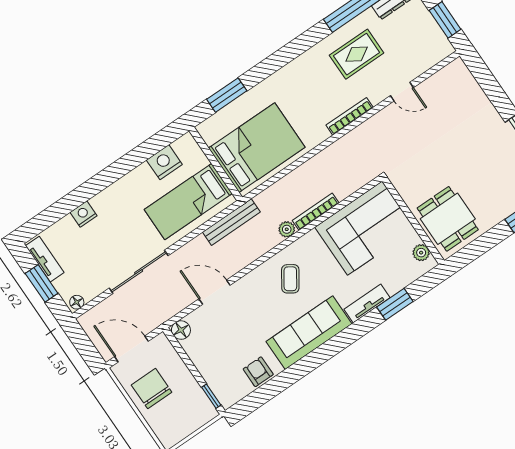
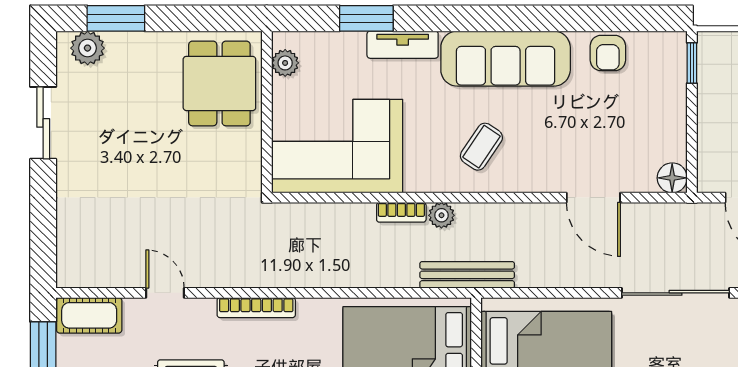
cot: (433, 53) -> (89, 315), added
bookcase: (316, 212) -> (401, 212), width x0.64
bench: (231, 222) -> (467, 275), moved

